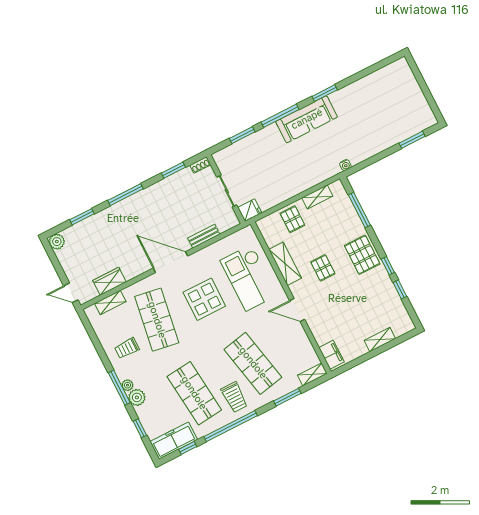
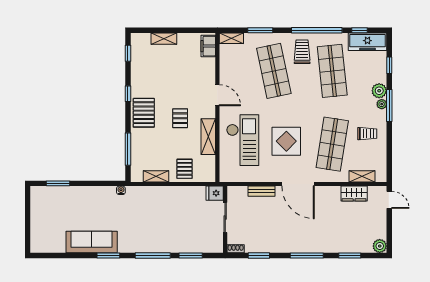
sofa: (307, 119) -> (92, 242), moved
window: (400, 289) -> (128, 53), moved

